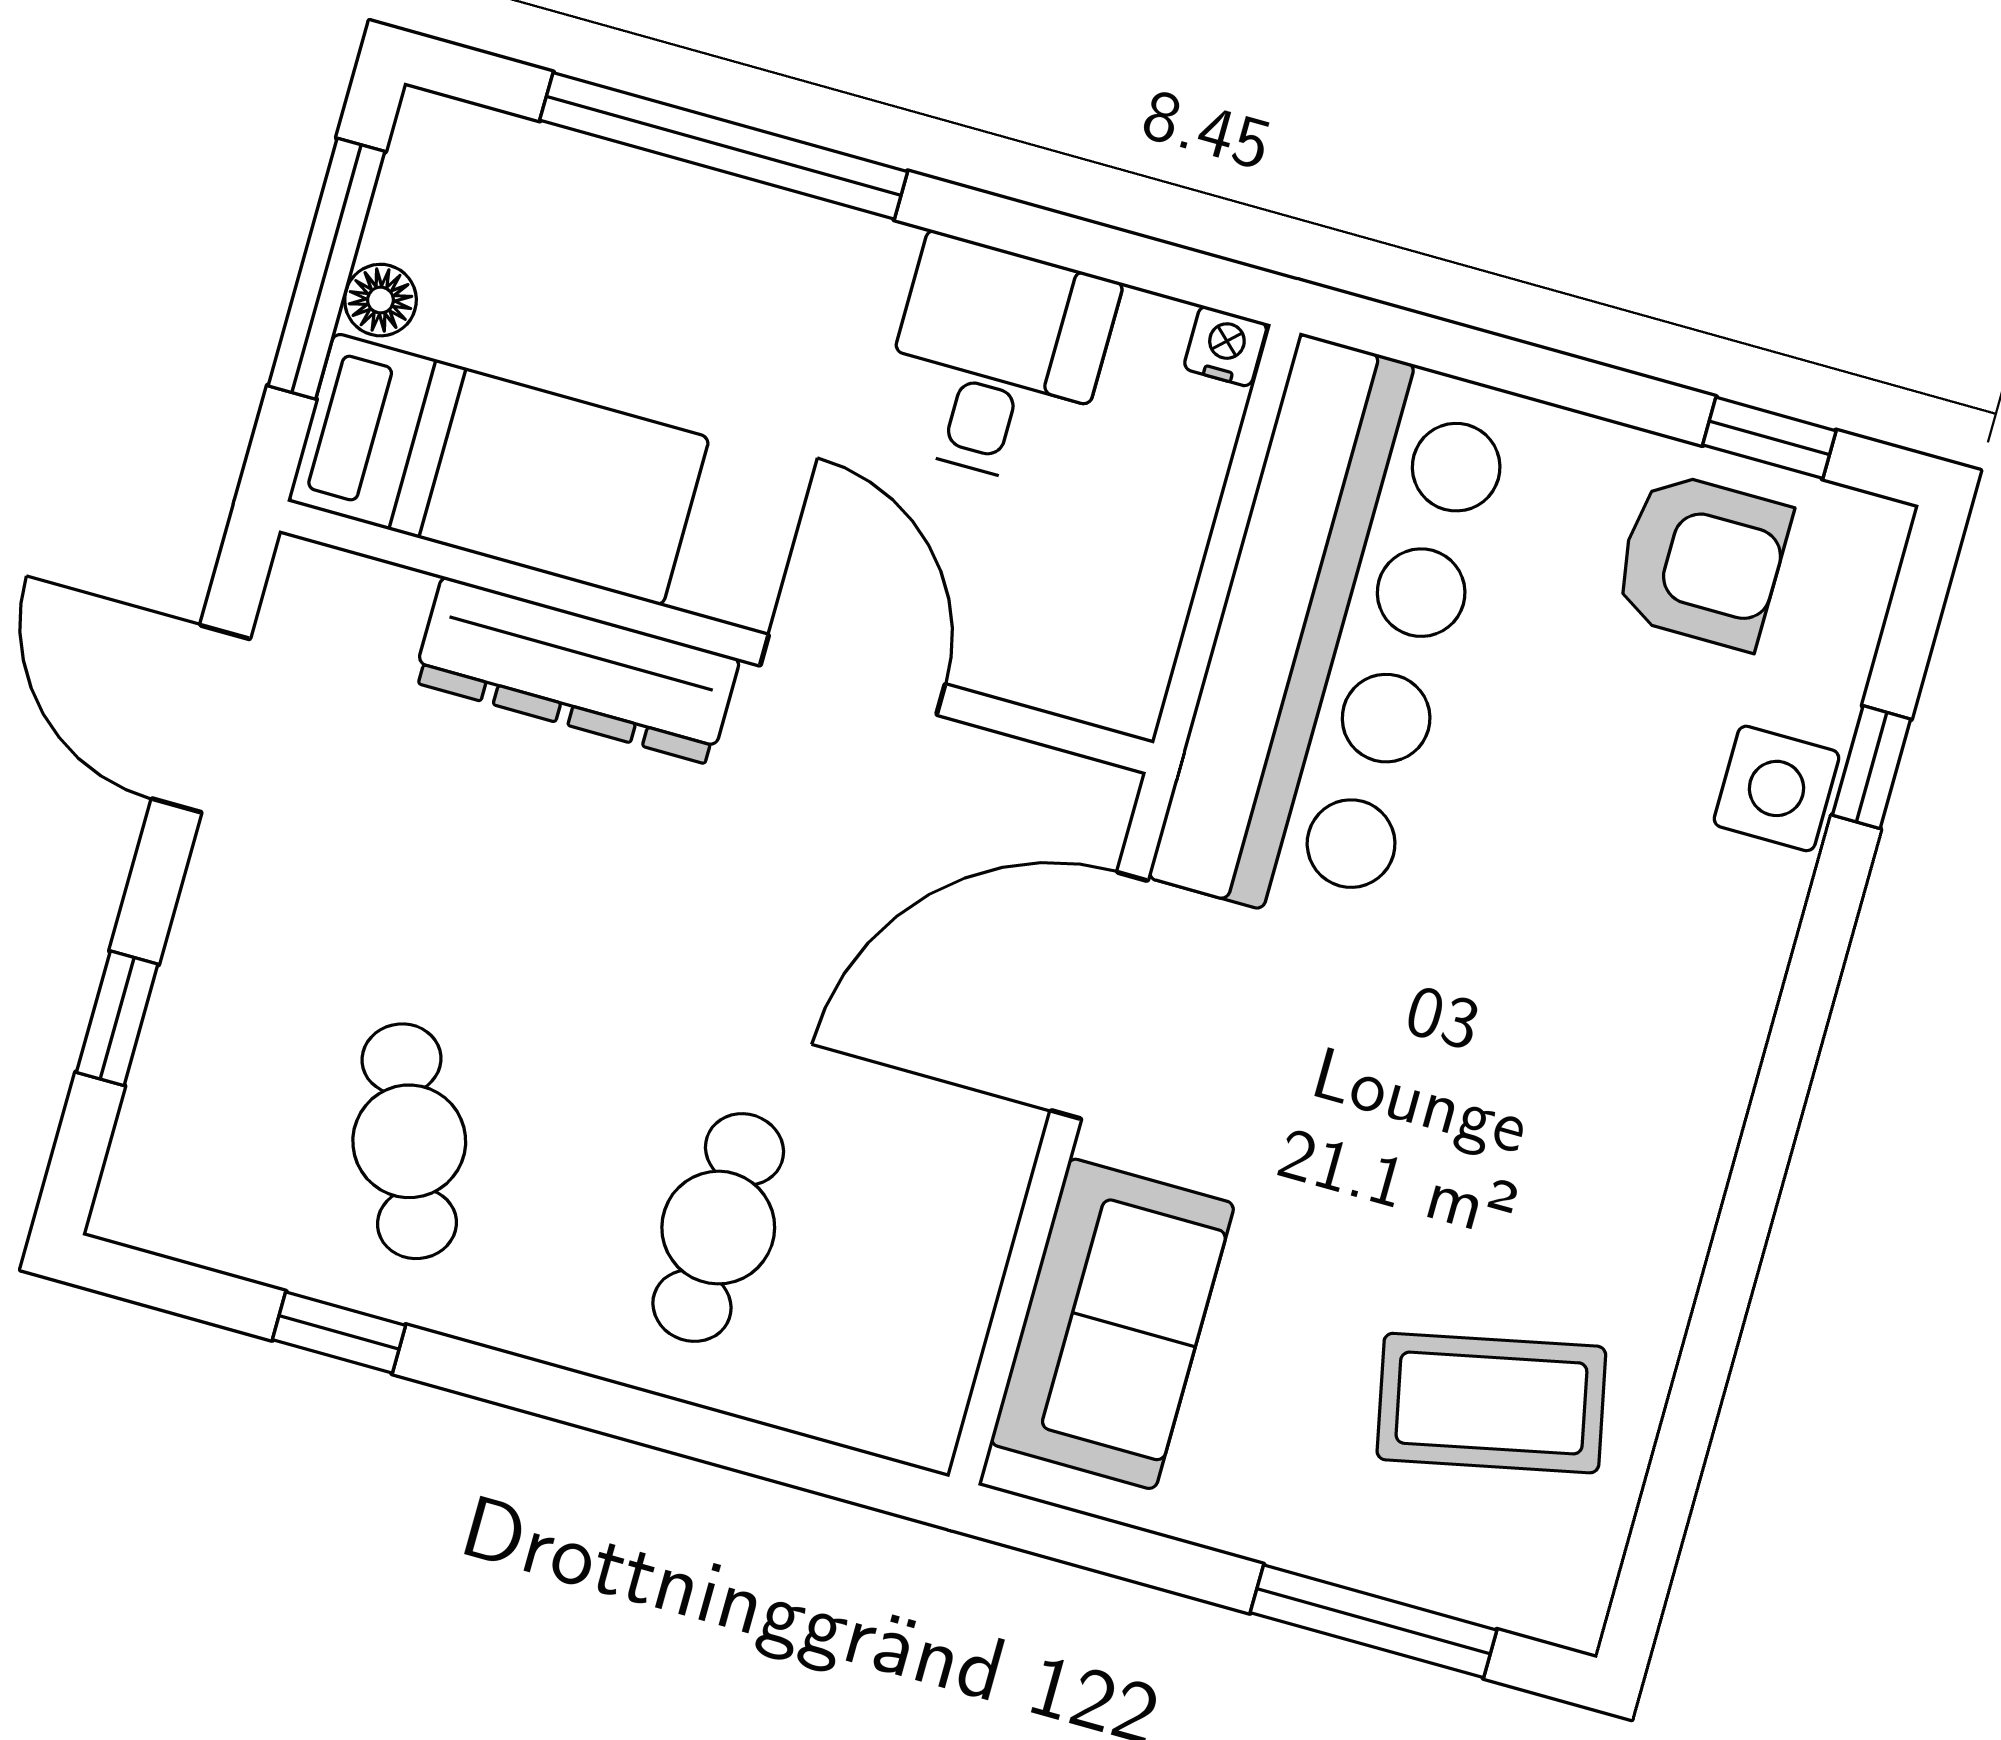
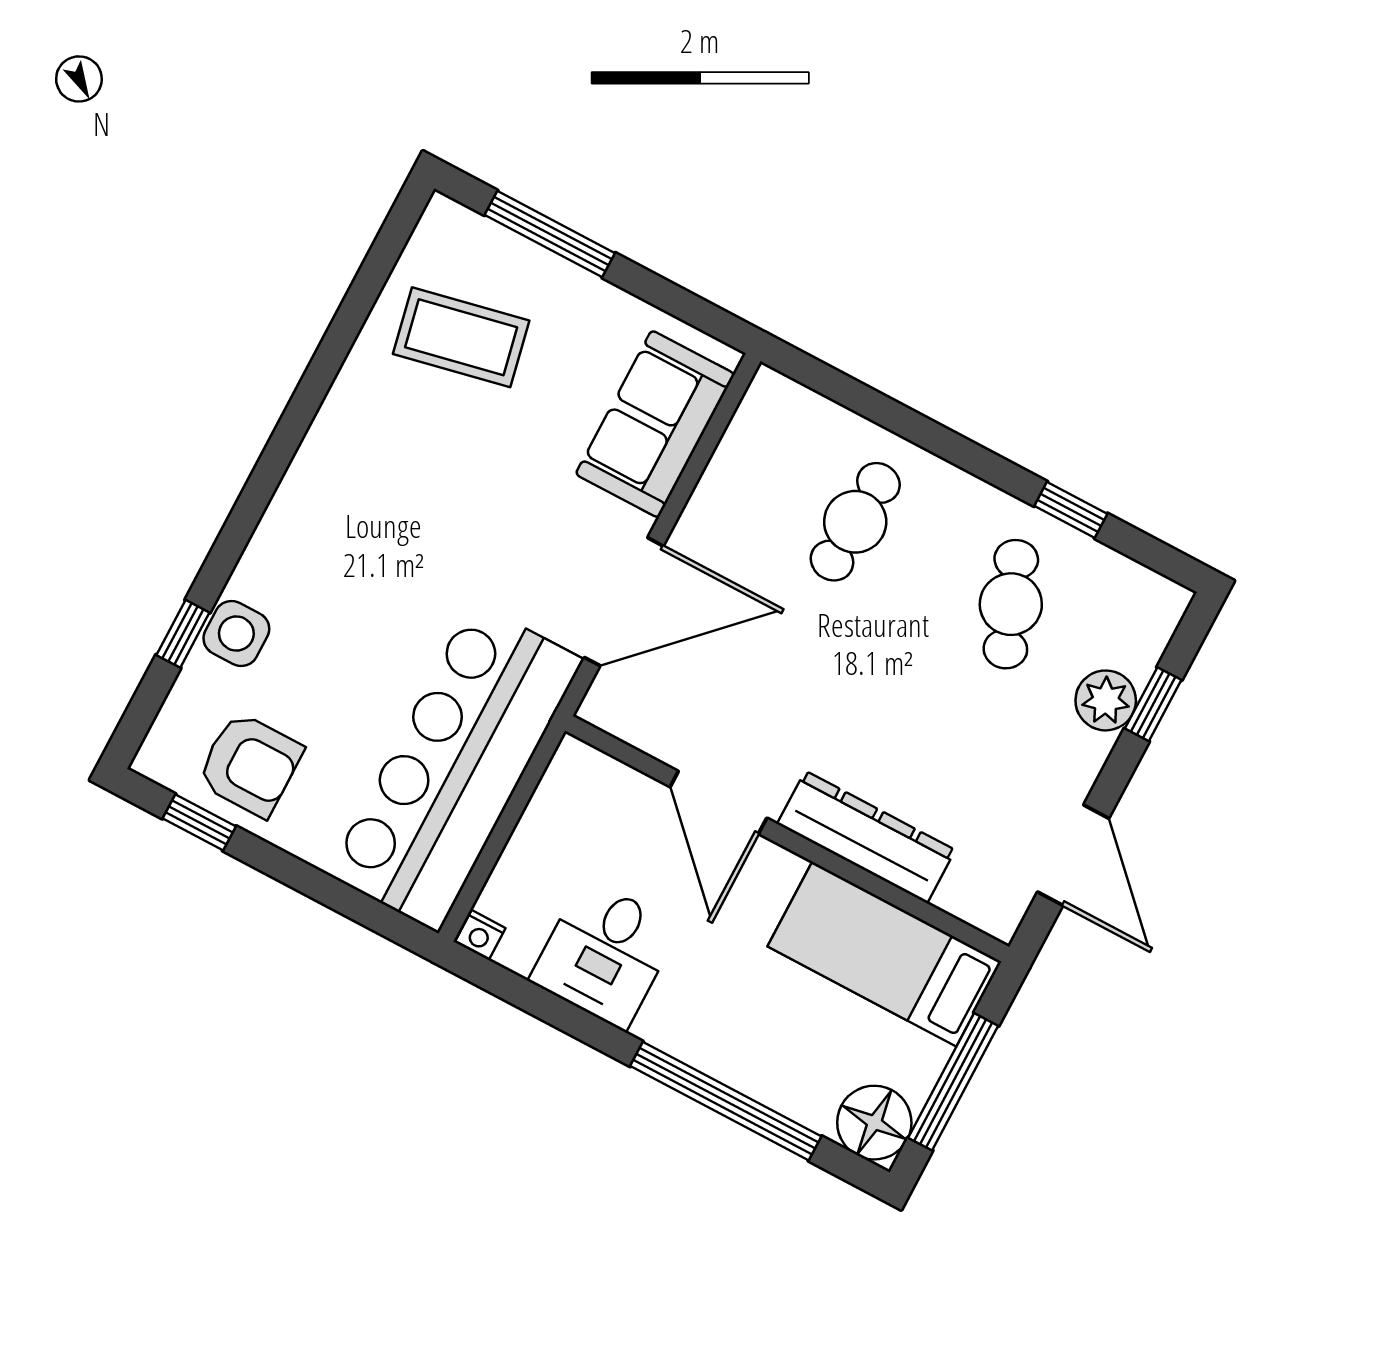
floor lamp: (381, 300) -> (874, 1123), moved, width x1.89, depth x1.89
armchair: (1702, 561) -> (250, 764), turned 180
plant: (203, 1007) -> (1106, 700), added

